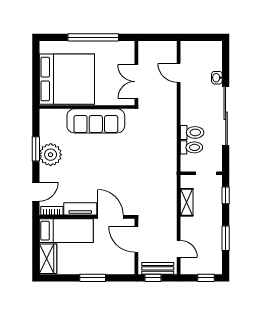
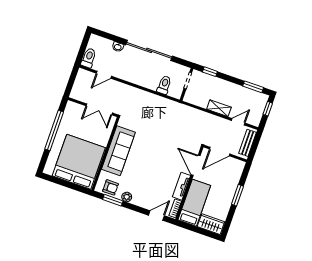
armchair: (50, 127) -> (110, 187), added
toilet: (192, 132) -> (89, 58), moved
window: (36, 149) -> (113, 200), moved
plant: (51, 155) -> (127, 197), width x0.53, depth x0.53
door: (36, 192) -> (156, 215), hinge flipped
shelving: (187, 202) -> (219, 108), moved
door: (110, 217) -> (196, 165), hinge flipped
window: (226, 238) -> (253, 87), moved
window: (153, 278) -> (254, 149), removed

